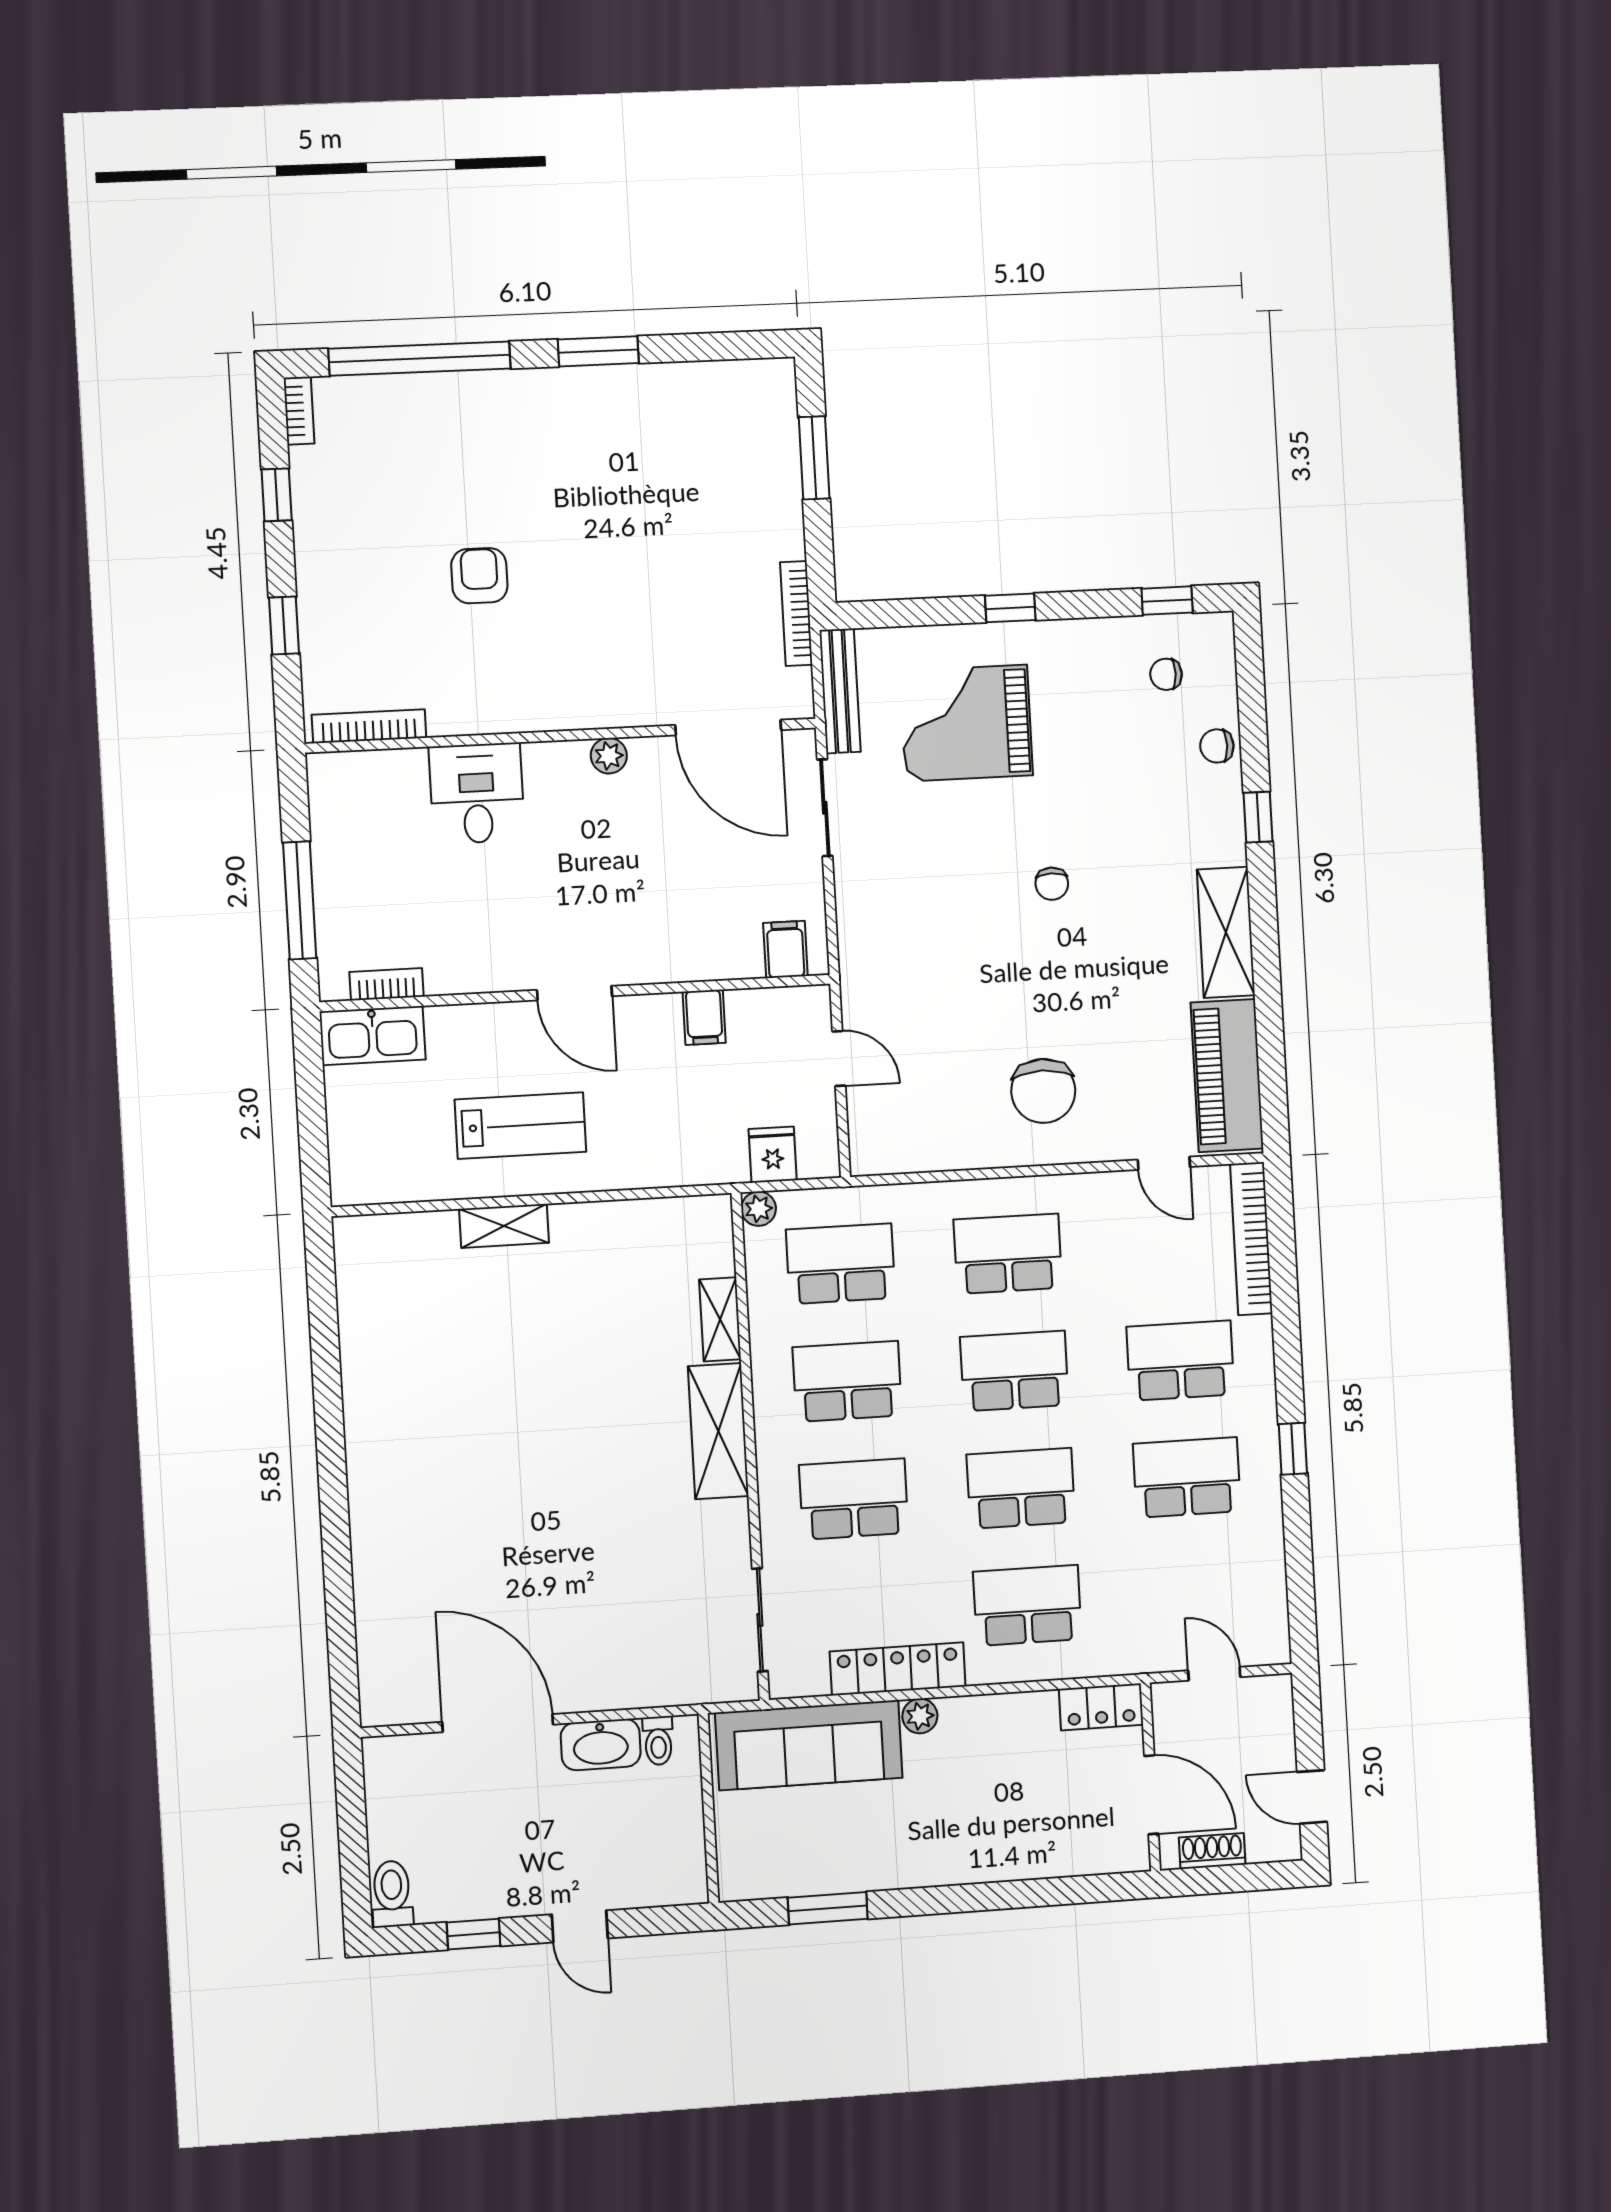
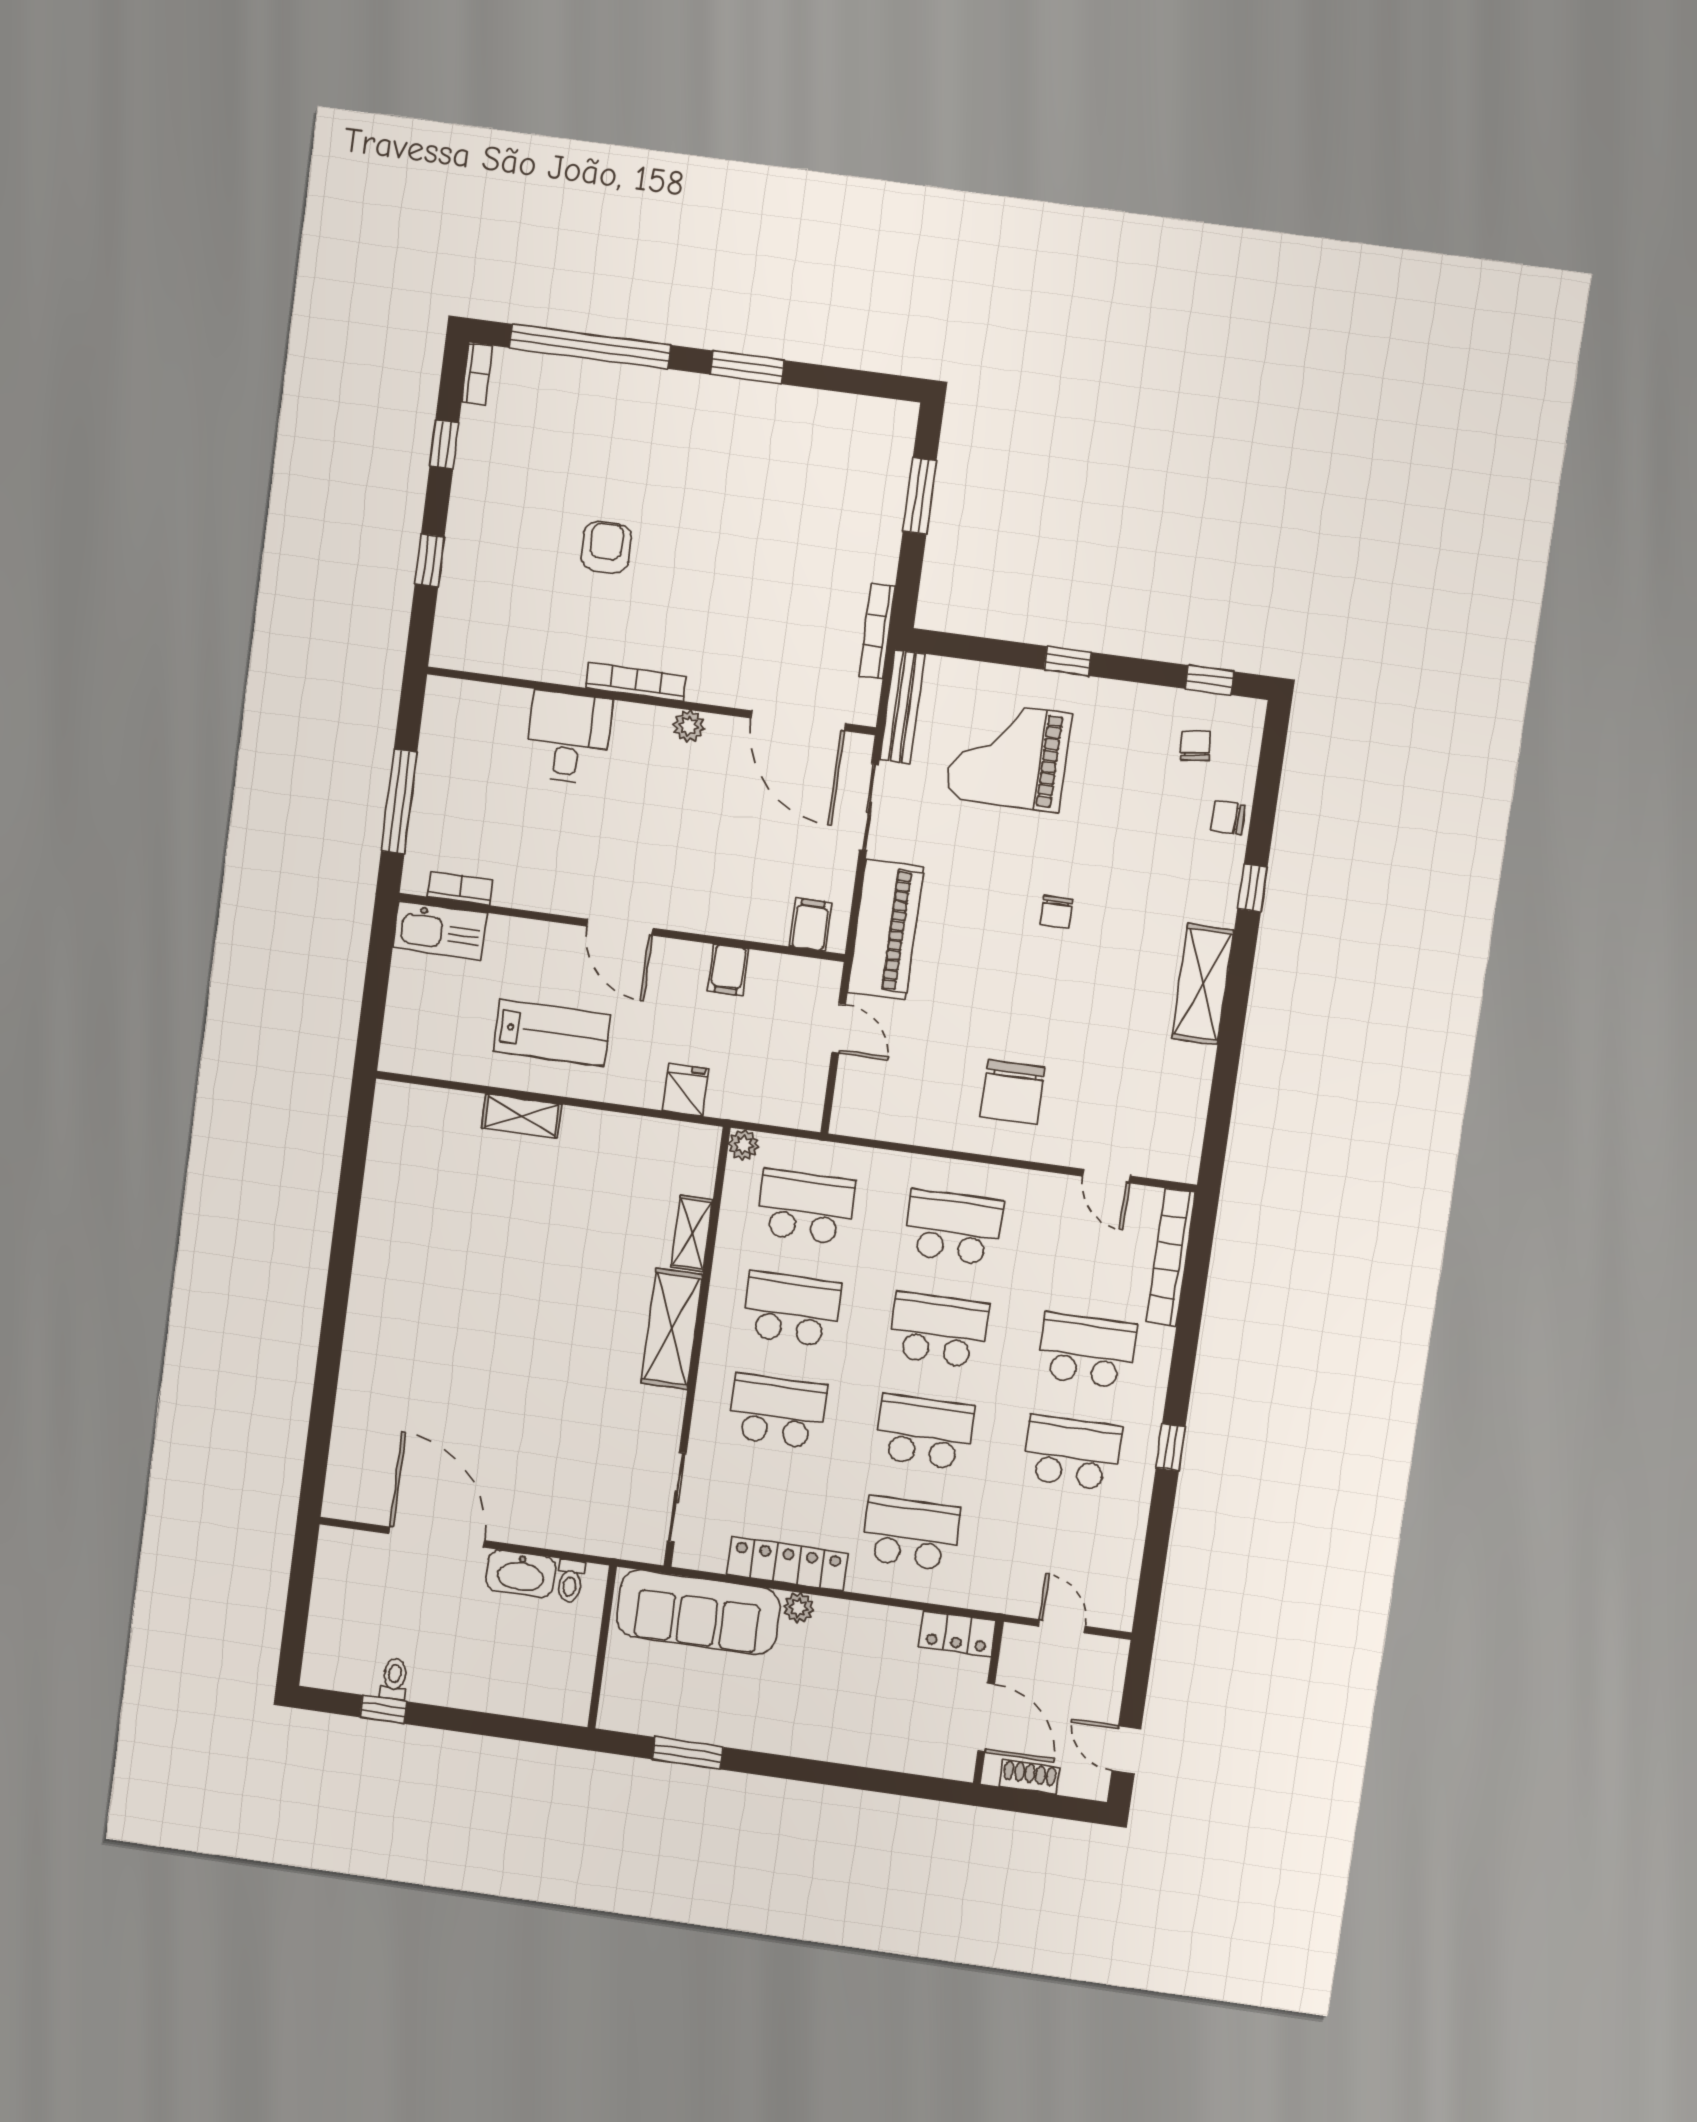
chair: (1166, 674) -> (1195, 746), turned 83
bookcase: (369, 726) -> (636, 682), moved
piano: (1227, 1076) -> (886, 929), moved, turned 180
fridge: (773, 1155) -> (686, 1090), moved
toilet: (392, 1894) -> (394, 1679), moved, width x0.73, depth x0.72
door: (580, 1926) -> (474, 1722), removed

